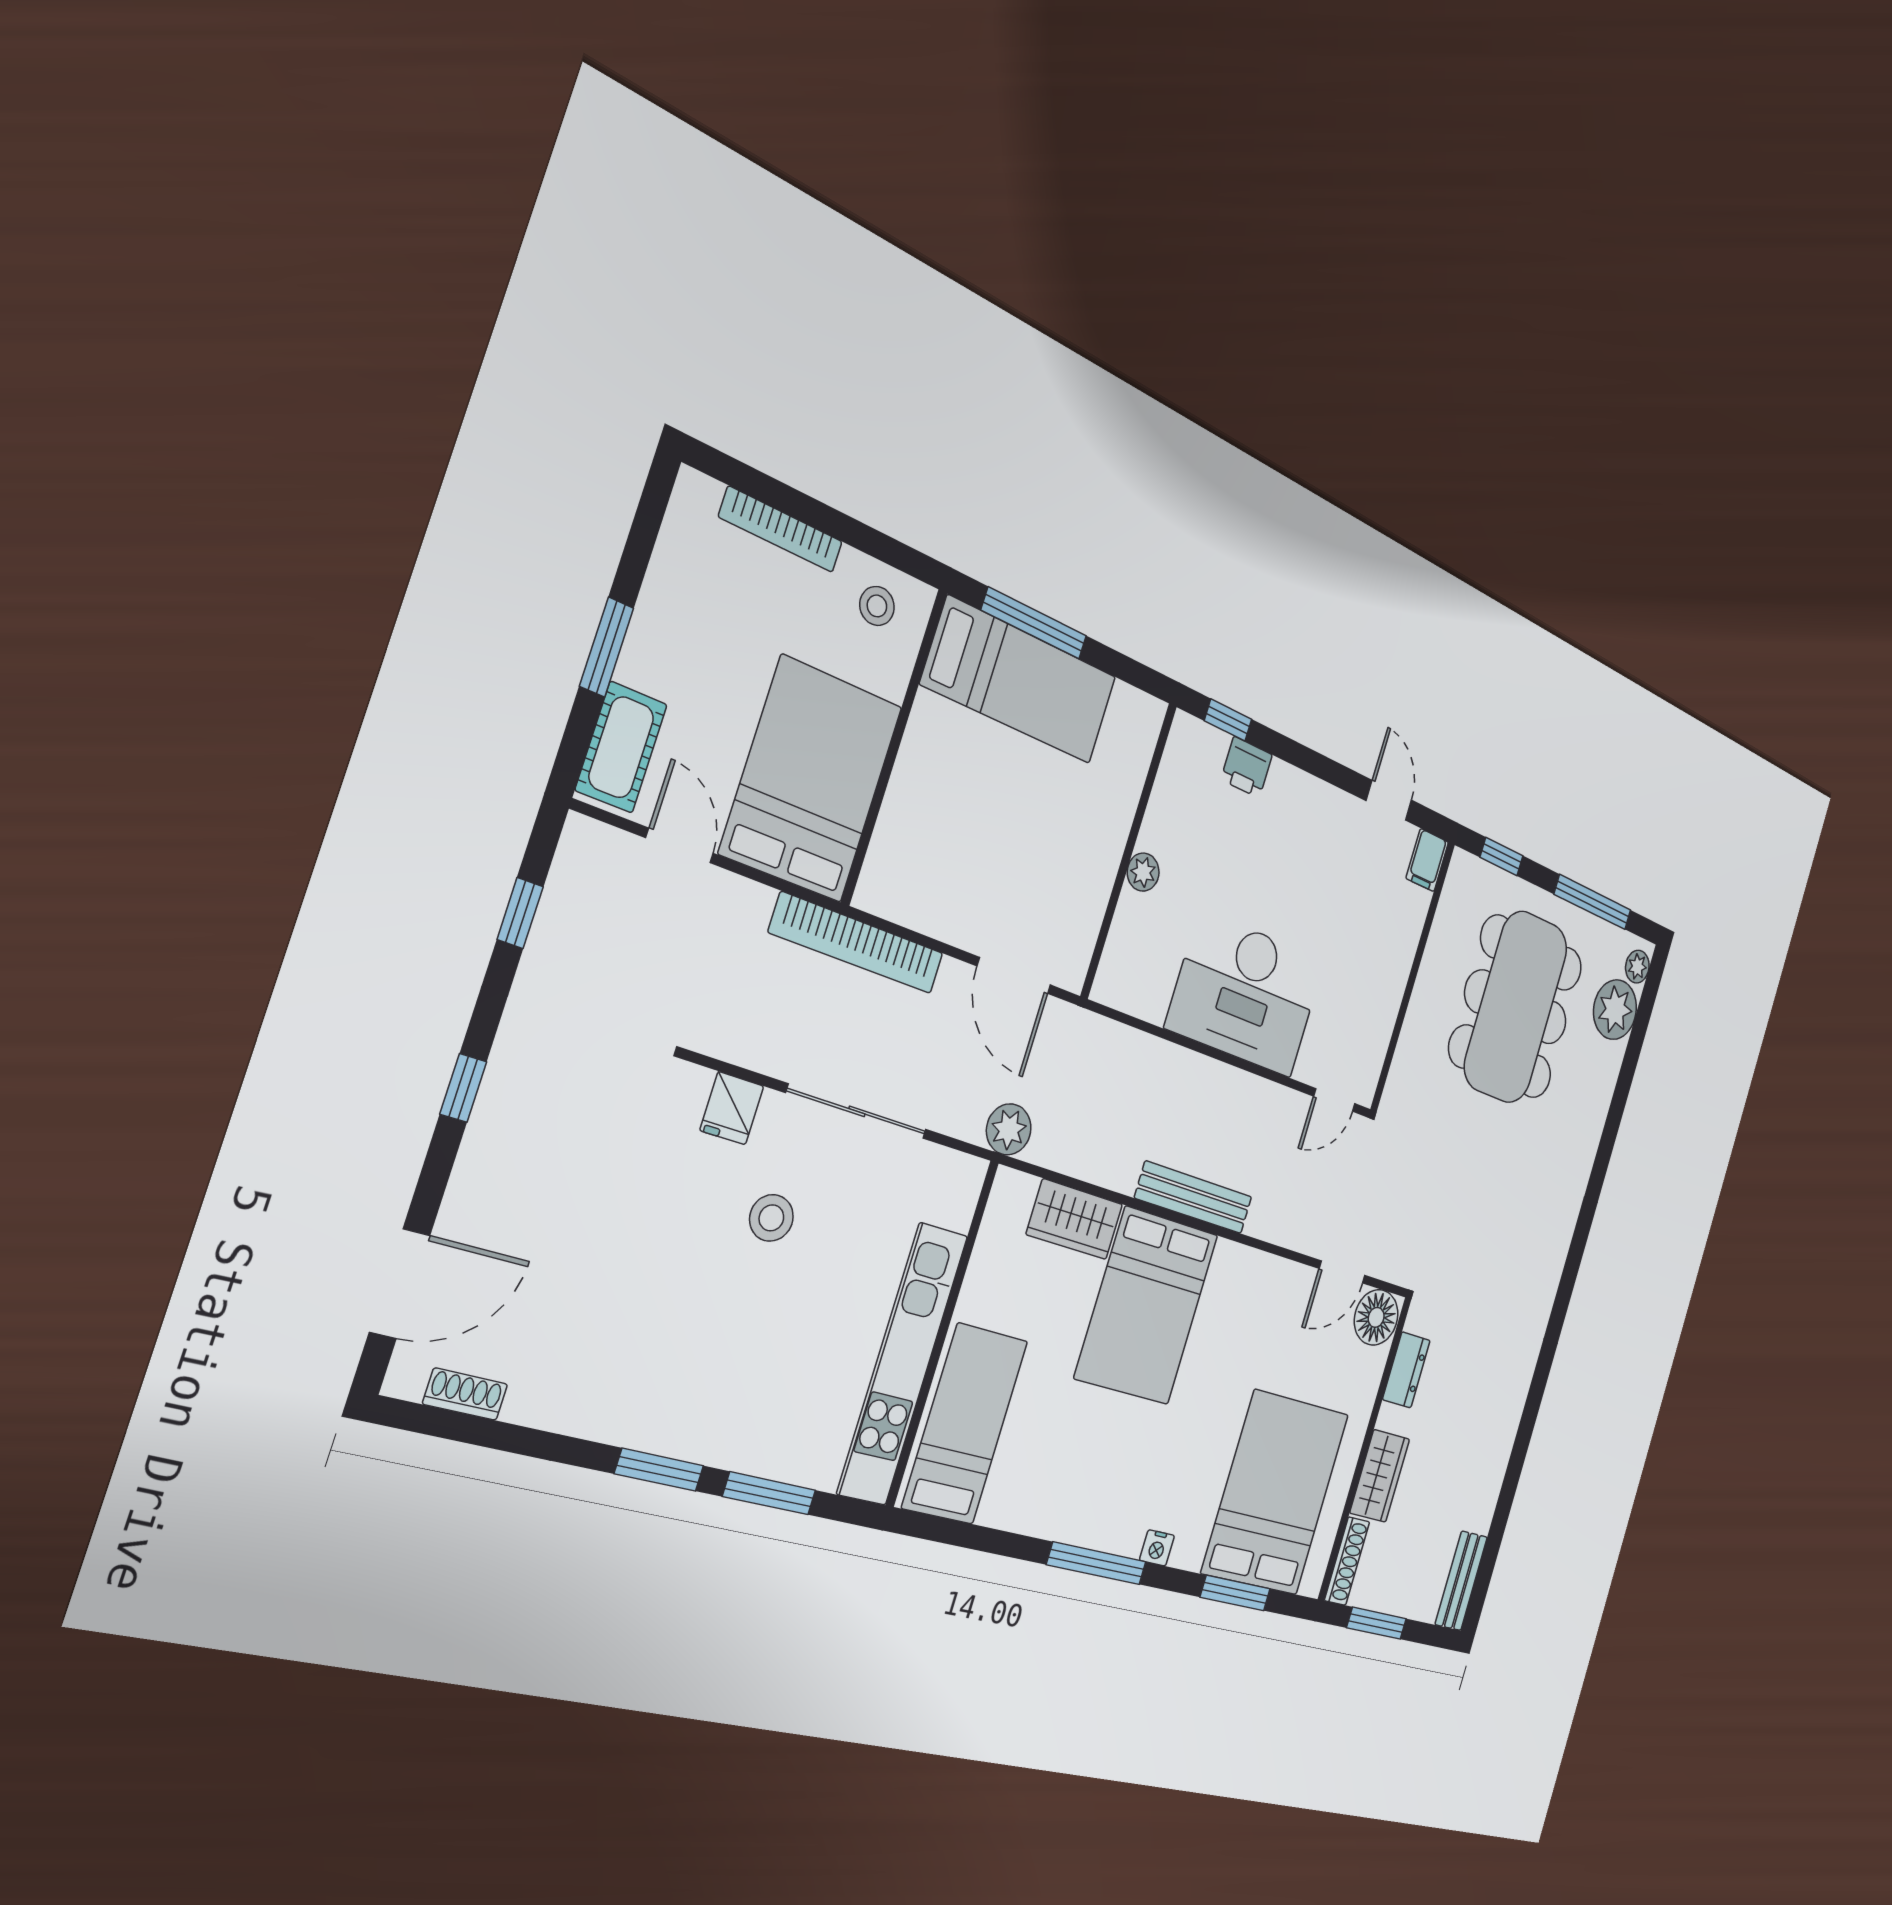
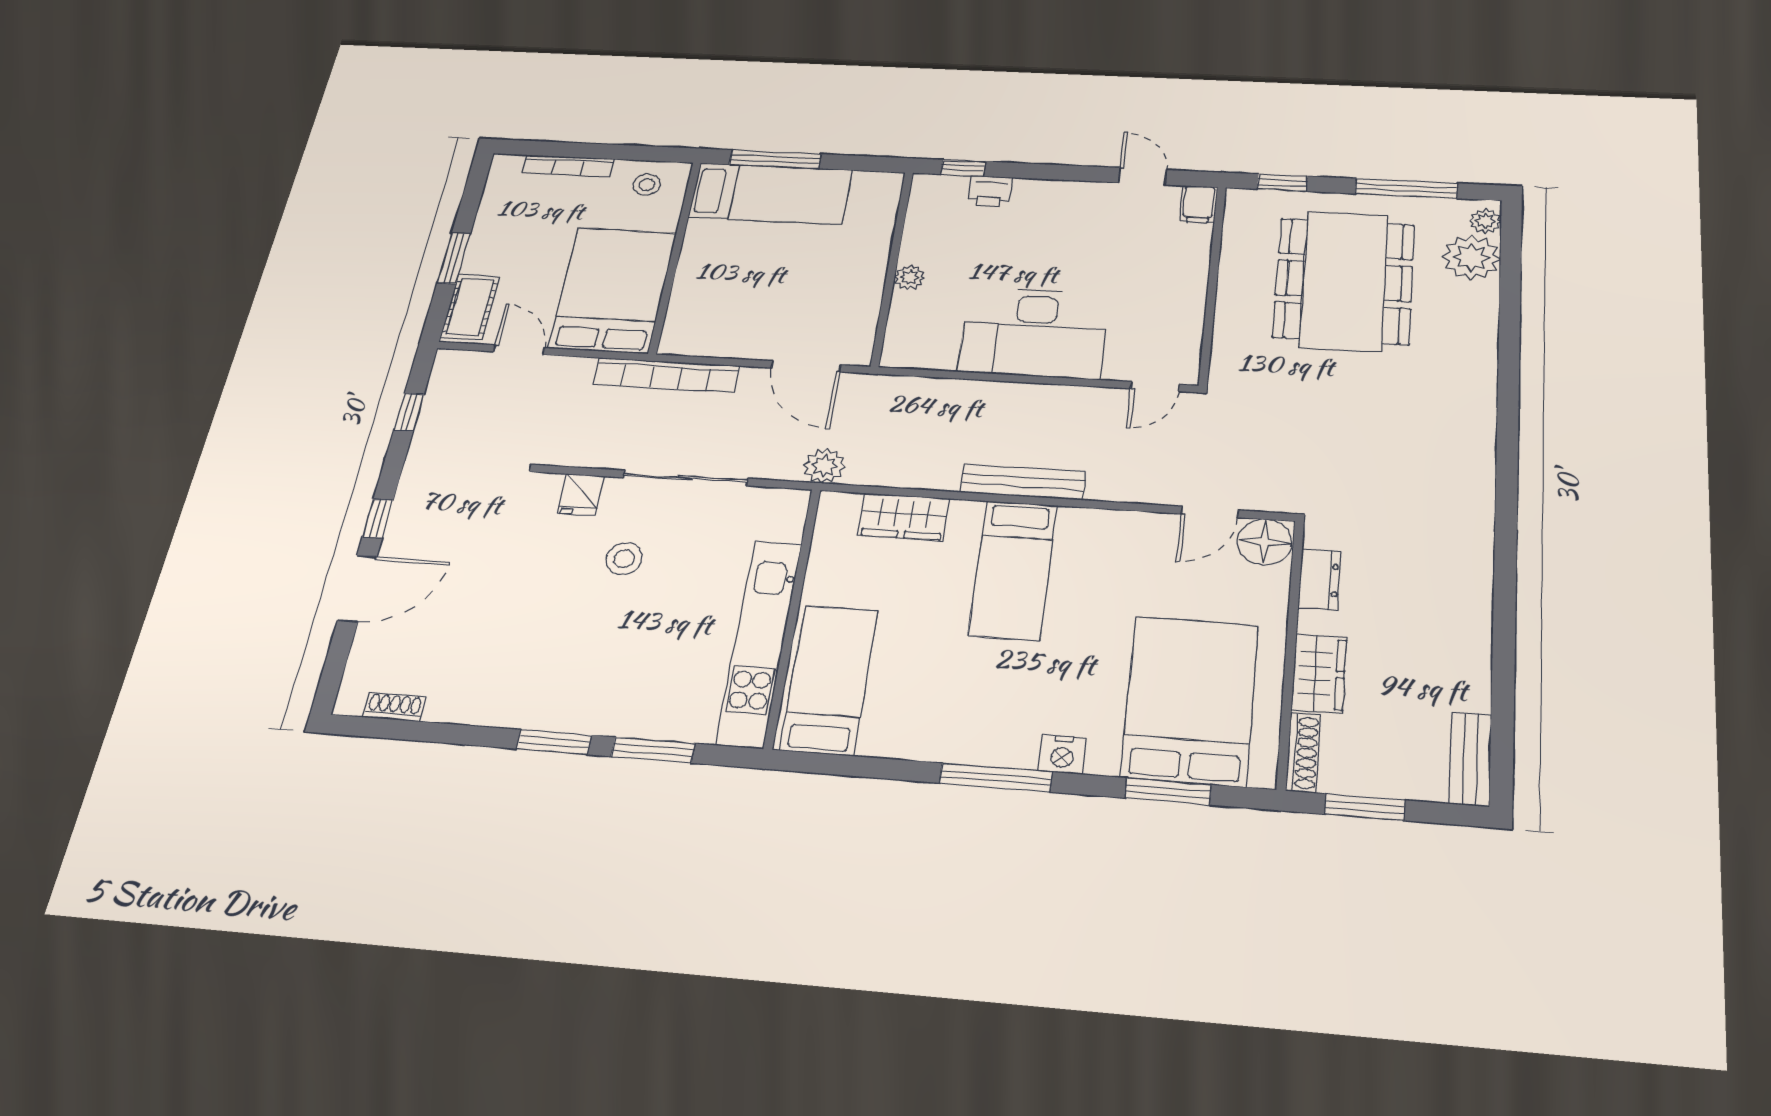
door: (400, 1284) -> (357, 589), moved
bed: (1147, 1306) -> (1013, 570), width x0.67
nightstand: (1157, 1548) -> (1062, 754), width x1.39, depth x1.35

